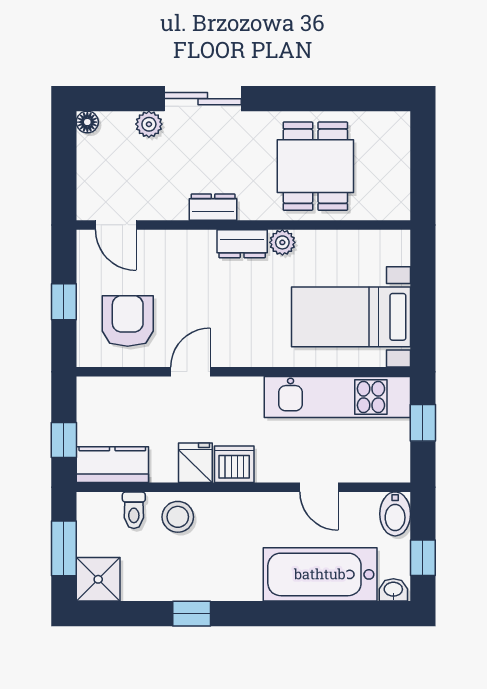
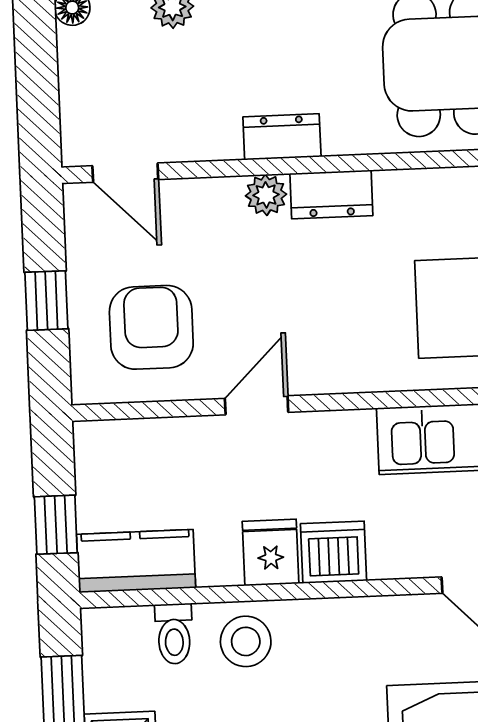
plant: (282, 242) -> (266, 195), moved

